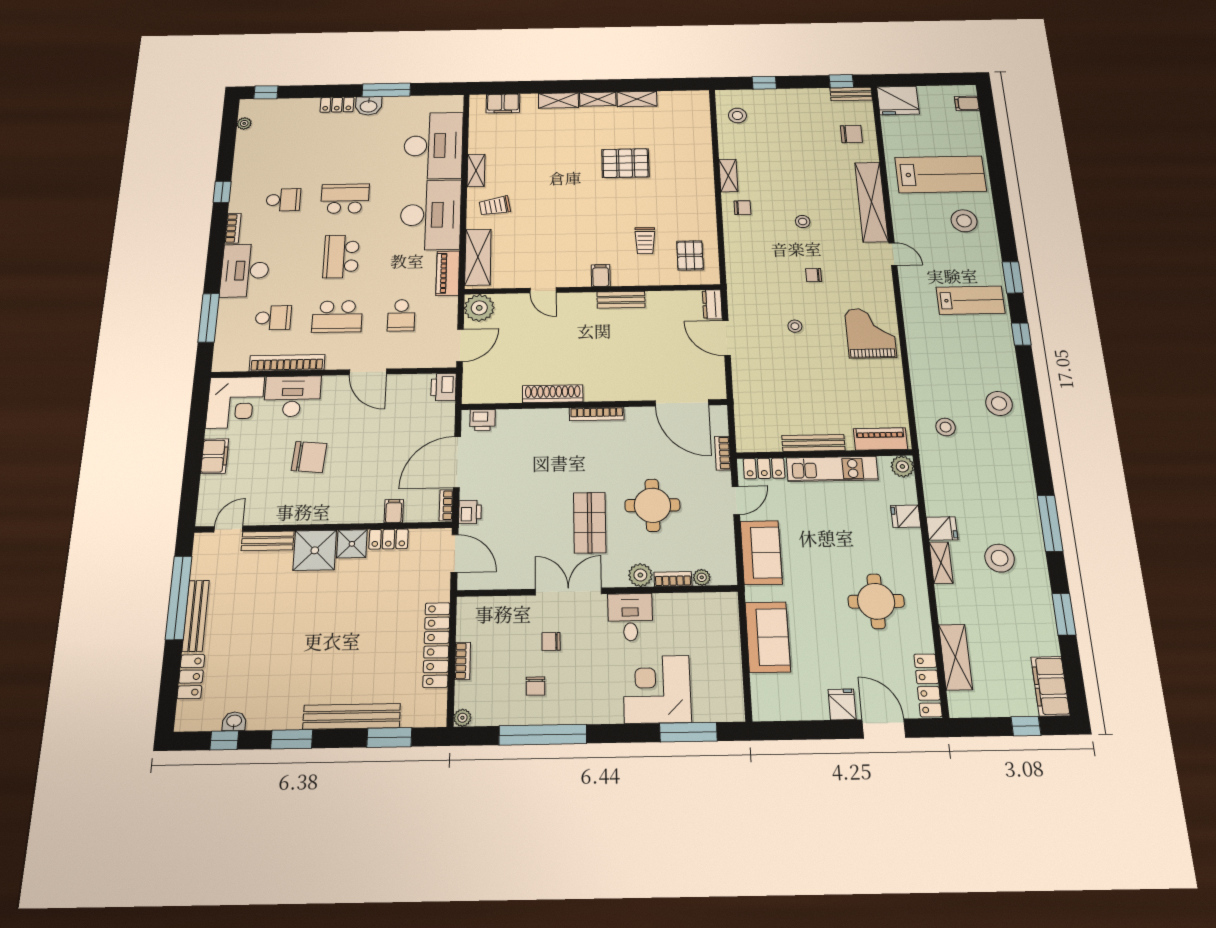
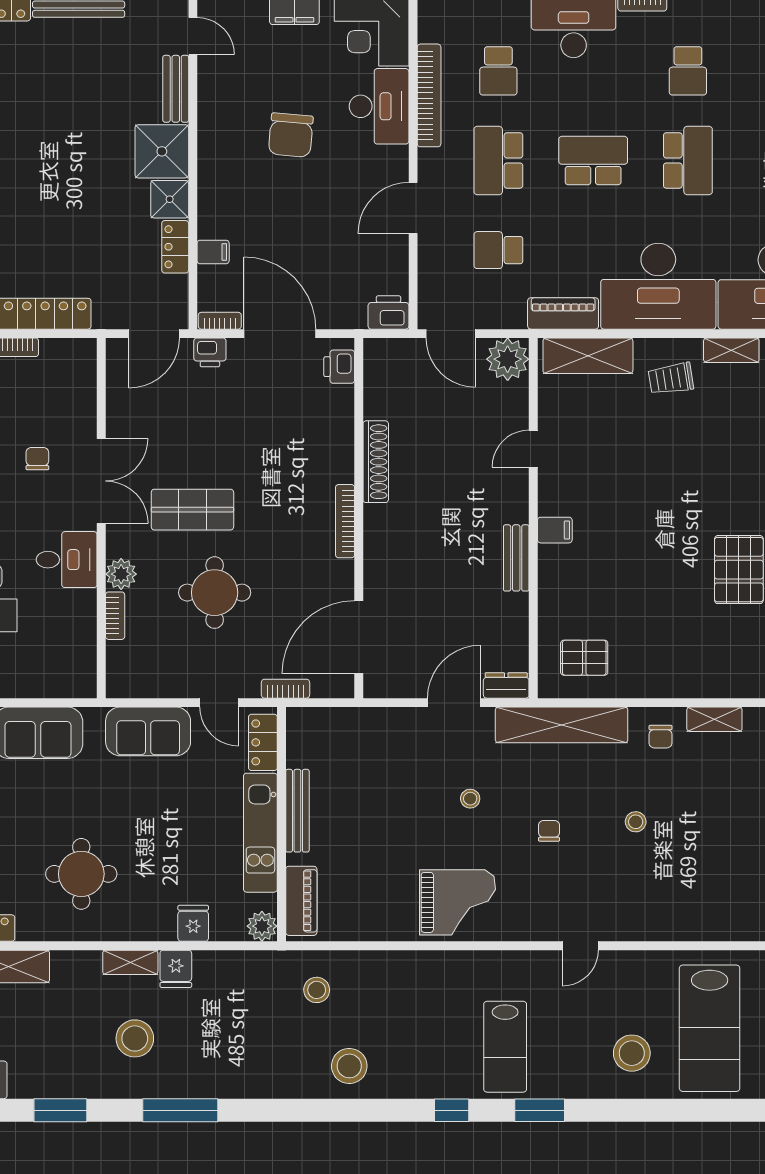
shelving: (871, 202) -> (562, 725), moved
trolley: (495, 206) -> (671, 379), turned -89
trolley: (645, 241) -> (609, 594), removed
plant: (702, 577) -> (117, 653), removed

